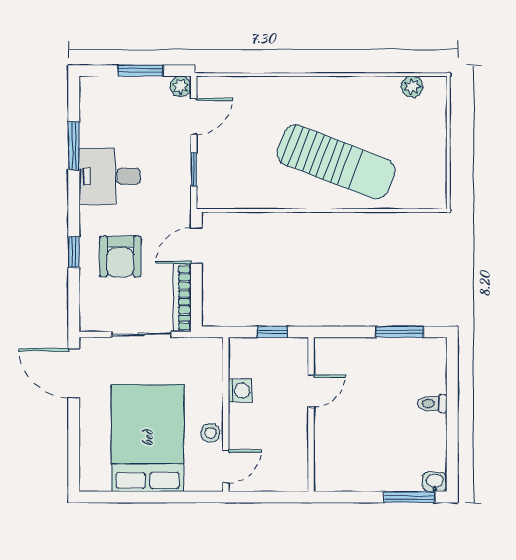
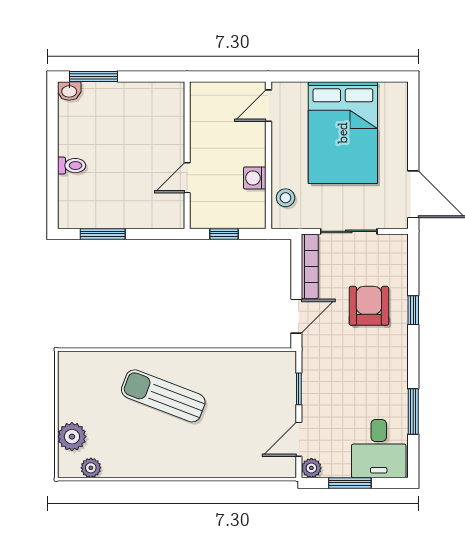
plant: (432, 119) -> (72, 437), added
sun lounger: (336, 162) -> (163, 396), width x0.73, depth x0.75
desk: (110, 176) -> (379, 449), moved, turned 90
stool: (210, 433) -> (286, 198), moved

